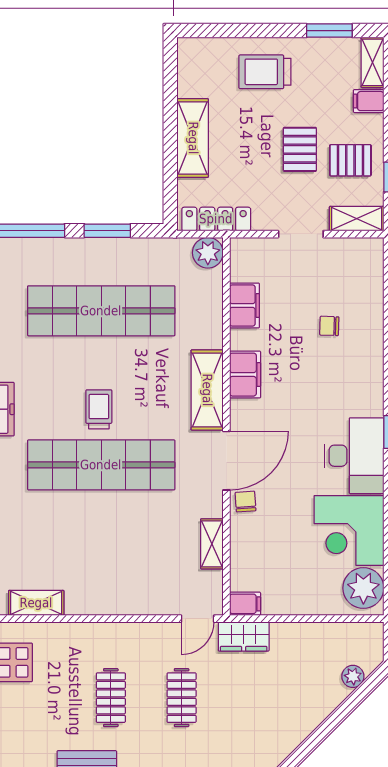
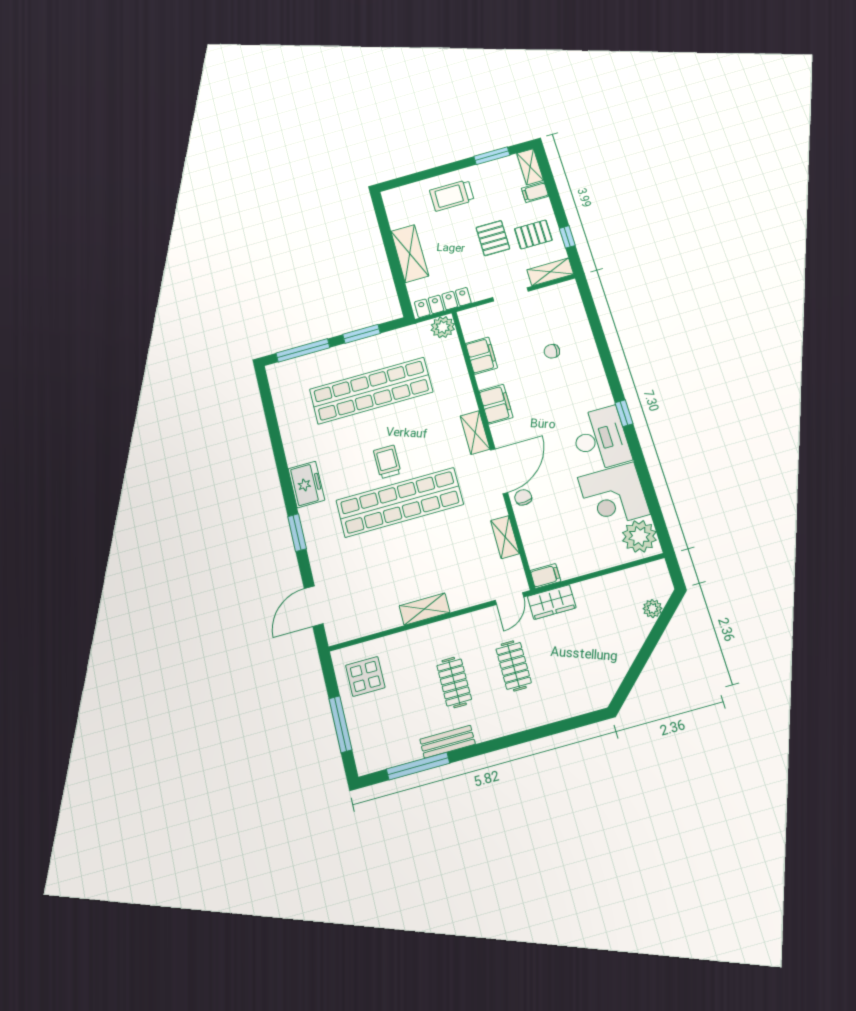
shelving: (207, 390) -> (475, 433), width x0.67, depth x0.75
shelving: (36, 603) -> (424, 609), moved

